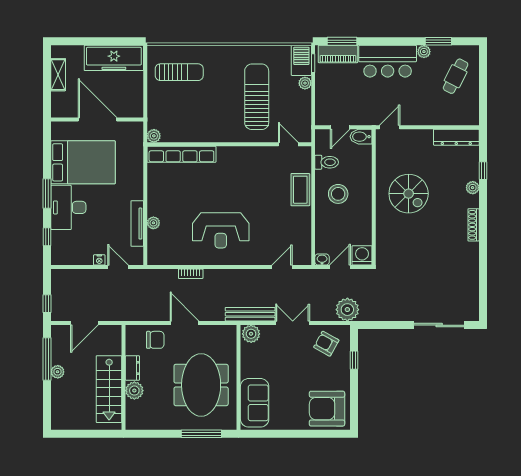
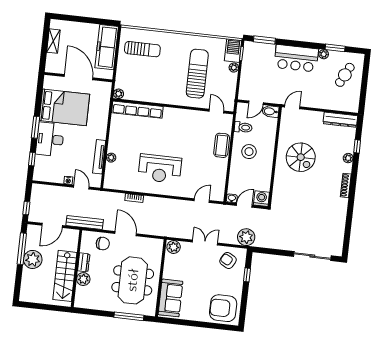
piano: (338, 54) -> (260, 49), removed
freezer: (114, 58) -> (107, 47), moved, turned 90
bench: (250, 314) -> (85, 222), moved
plant: (58, 372) -> (33, 259), width x1.88, depth x1.88

